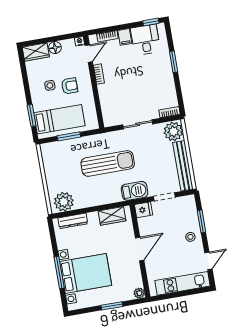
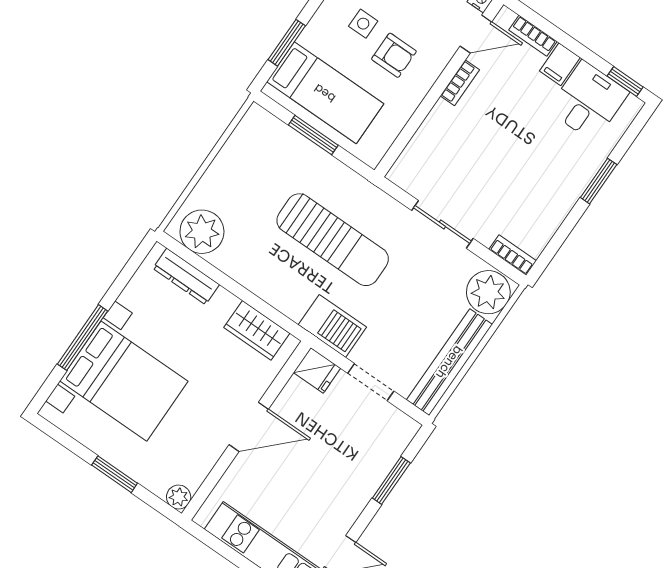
stool: (190, 237) -> (349, 488), removed

